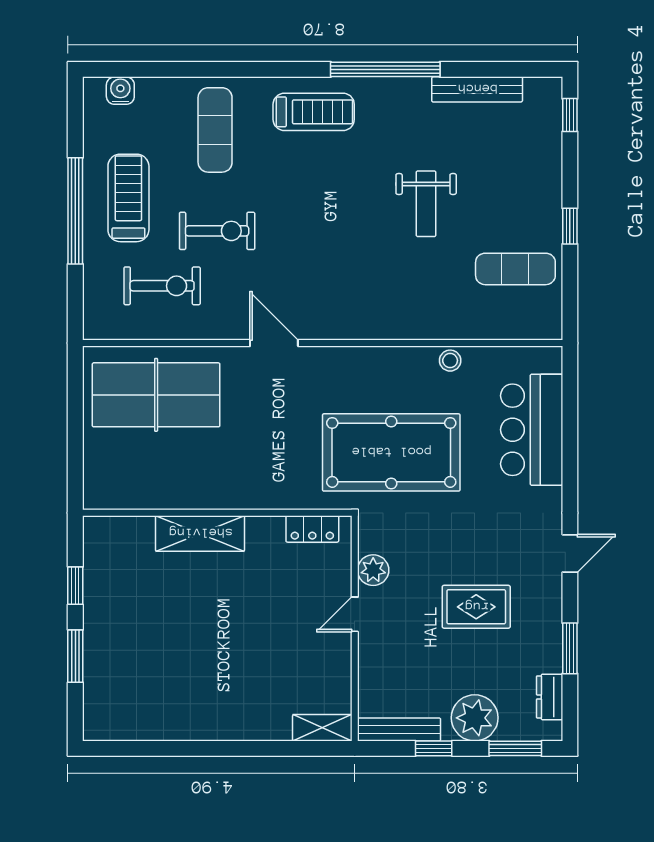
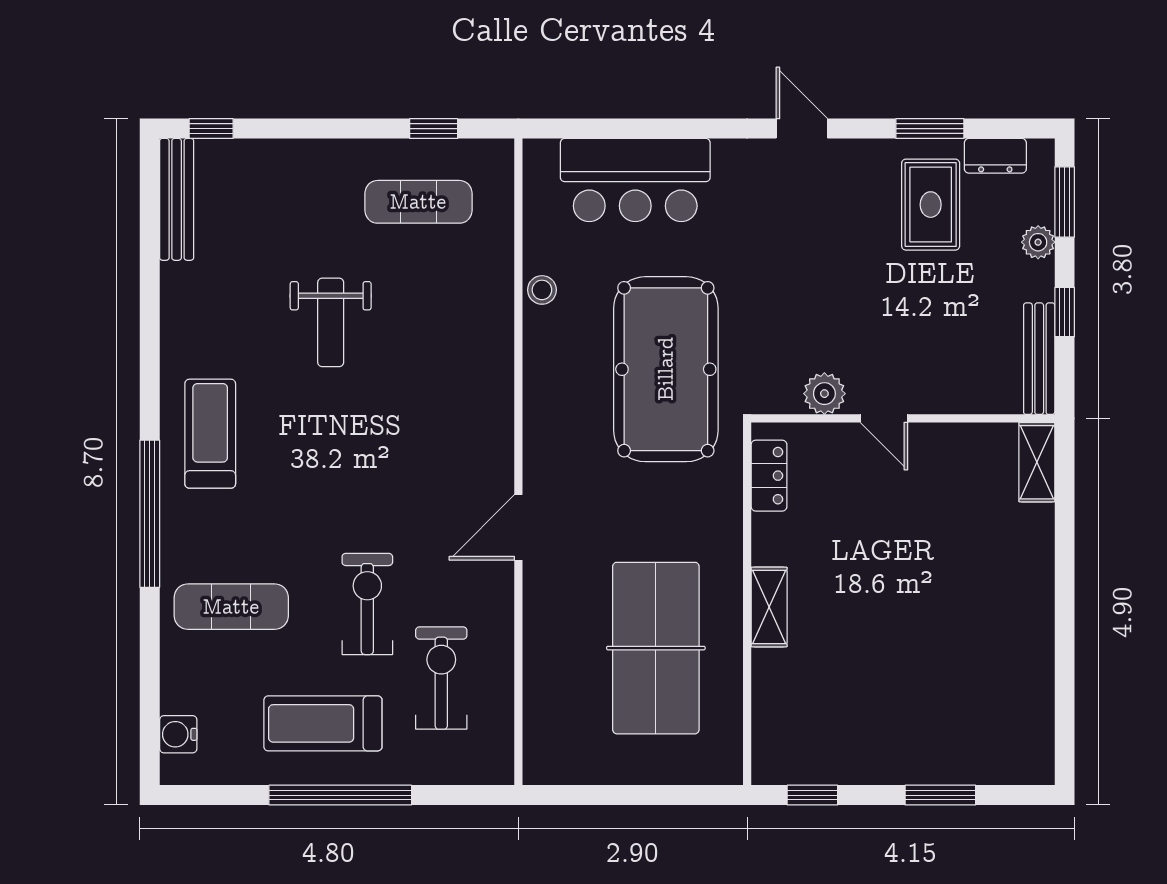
window: (385, 69) -> (150, 514), moved
bench: (477, 89) -> (177, 199), moved
treadmill: (314, 112) -> (210, 434), moved
weight bench: (426, 204) -> (331, 322), turned 90
window: (570, 226) -> (434, 129), moved
exercise mat: (515, 269) -> (418, 202), turned 90
table tennis table: (156, 395) -> (656, 648), moved
shelving: (200, 533) -> (769, 607), width x0.67, depth x0.75
window: (75, 586) -> (812, 795), moved
rug: (476, 607) -> (931, 205), moved
plant: (475, 718) -> (1038, 242), width x0.53, depth x0.53

